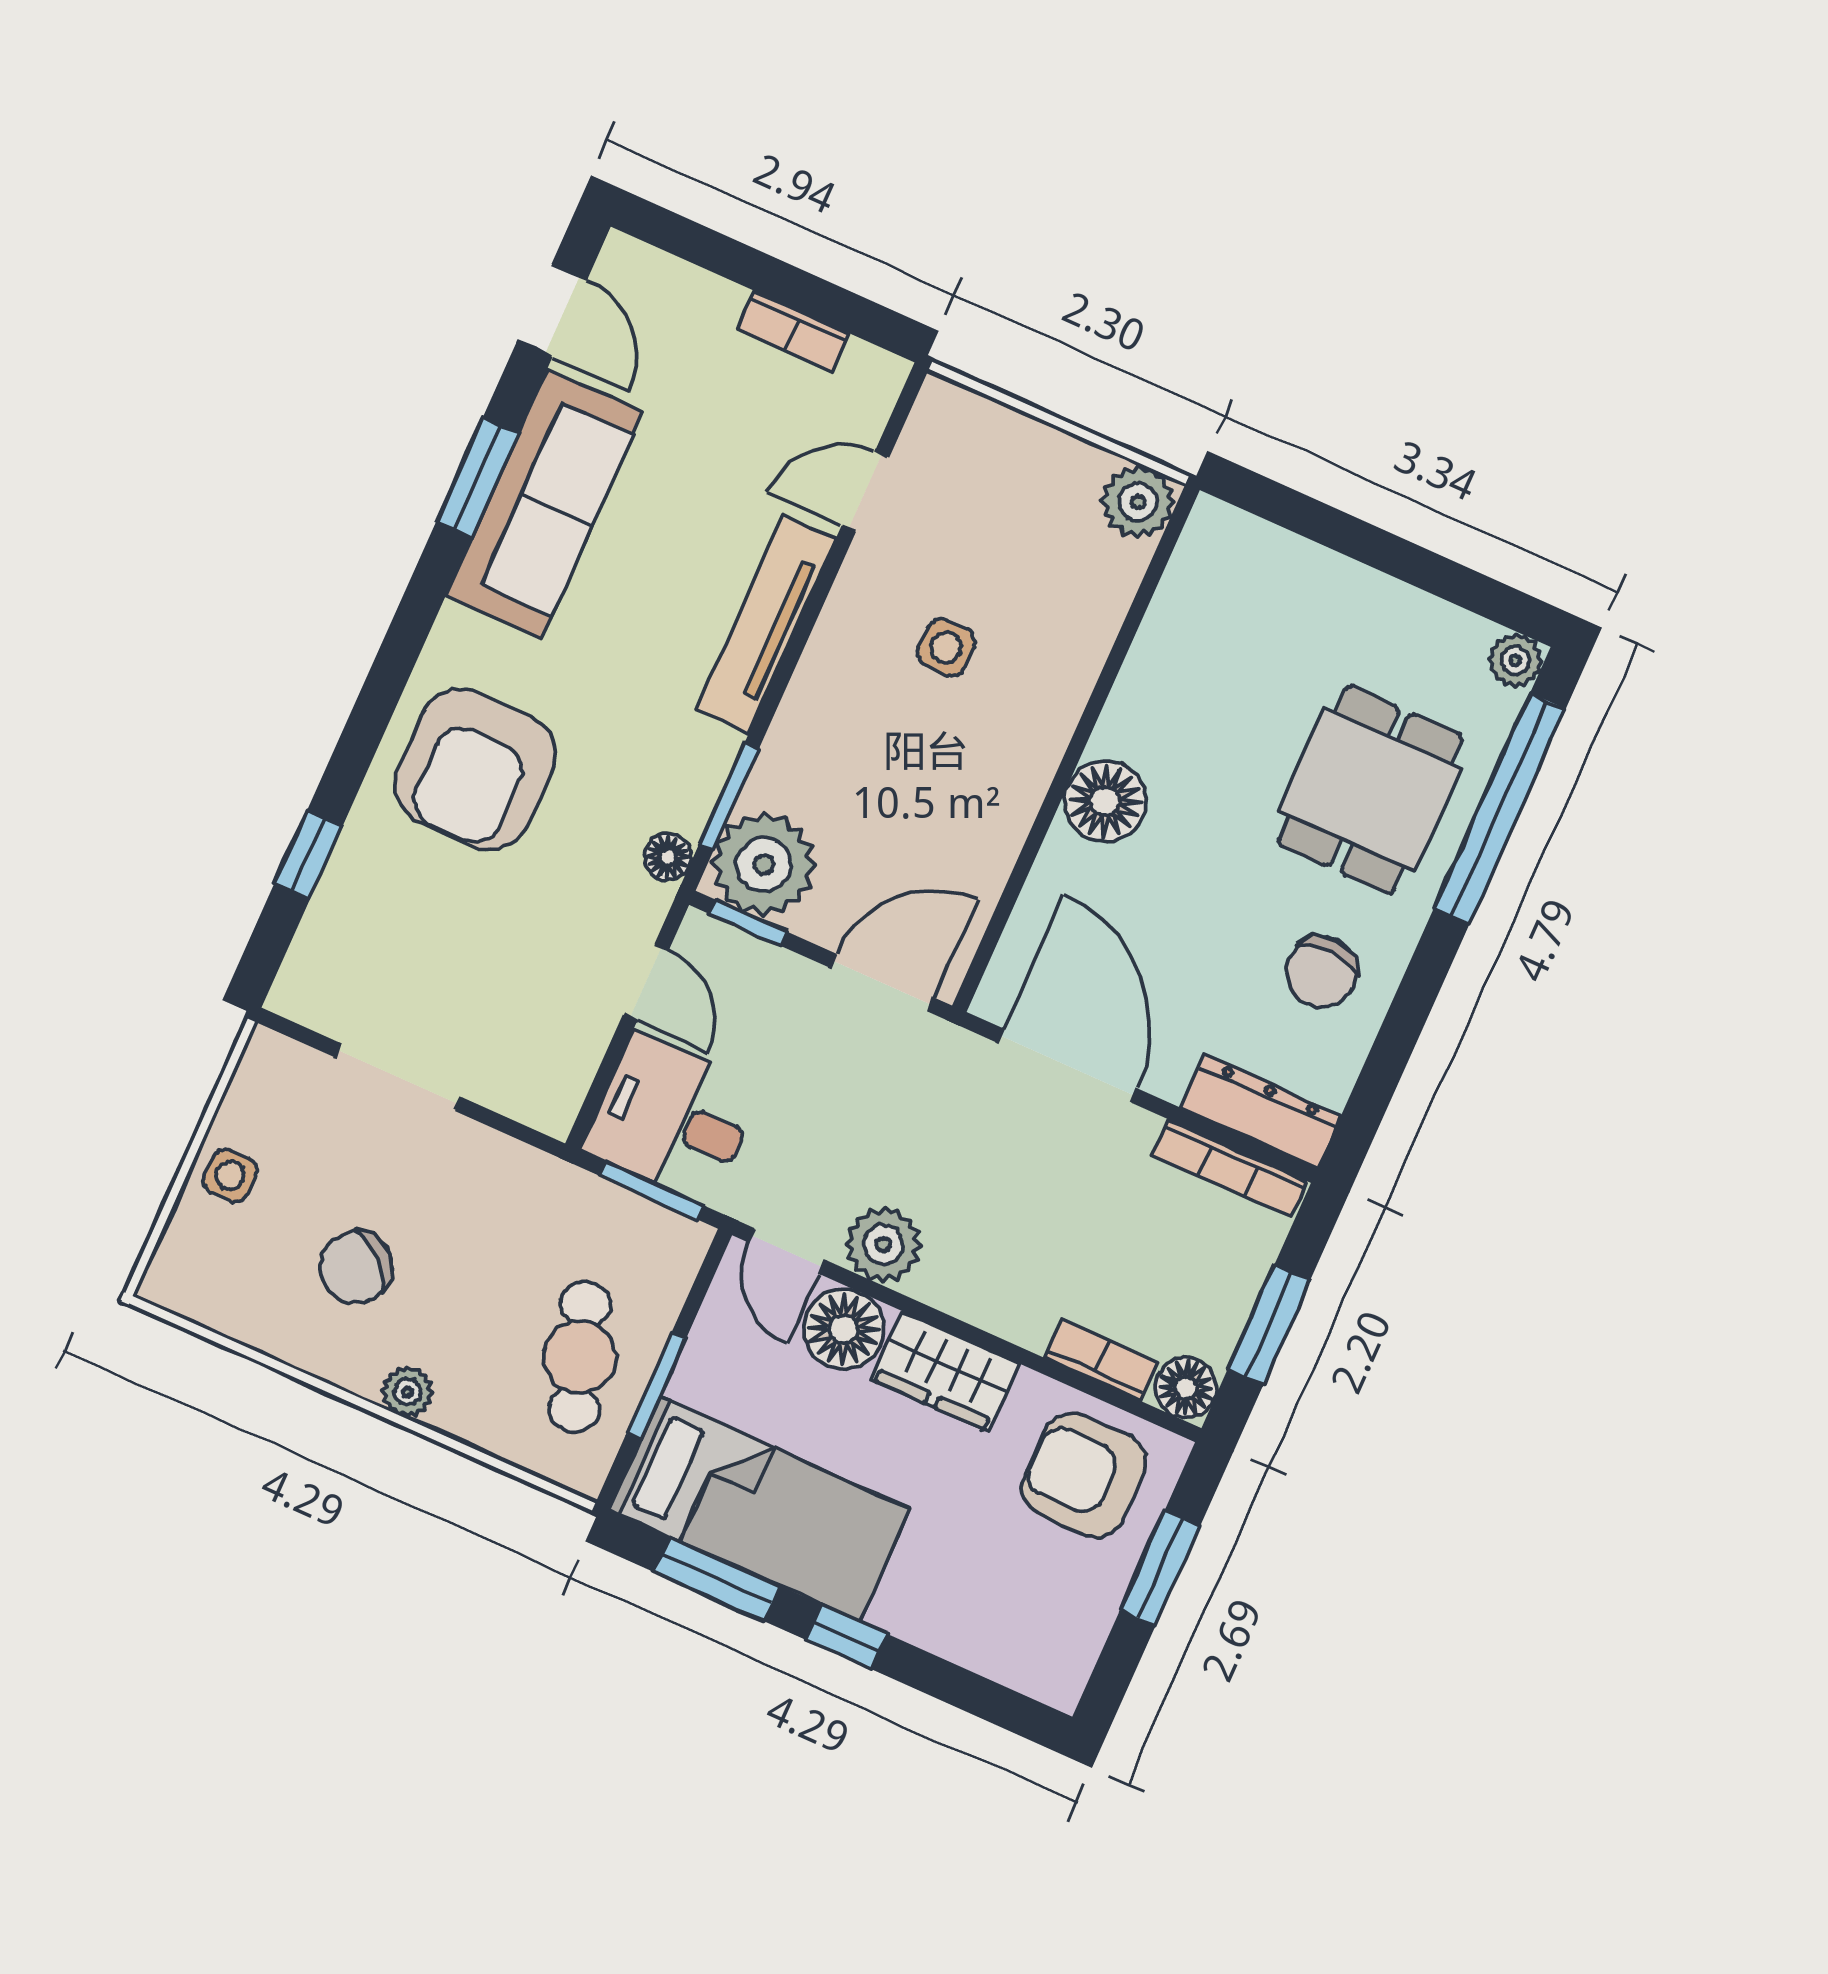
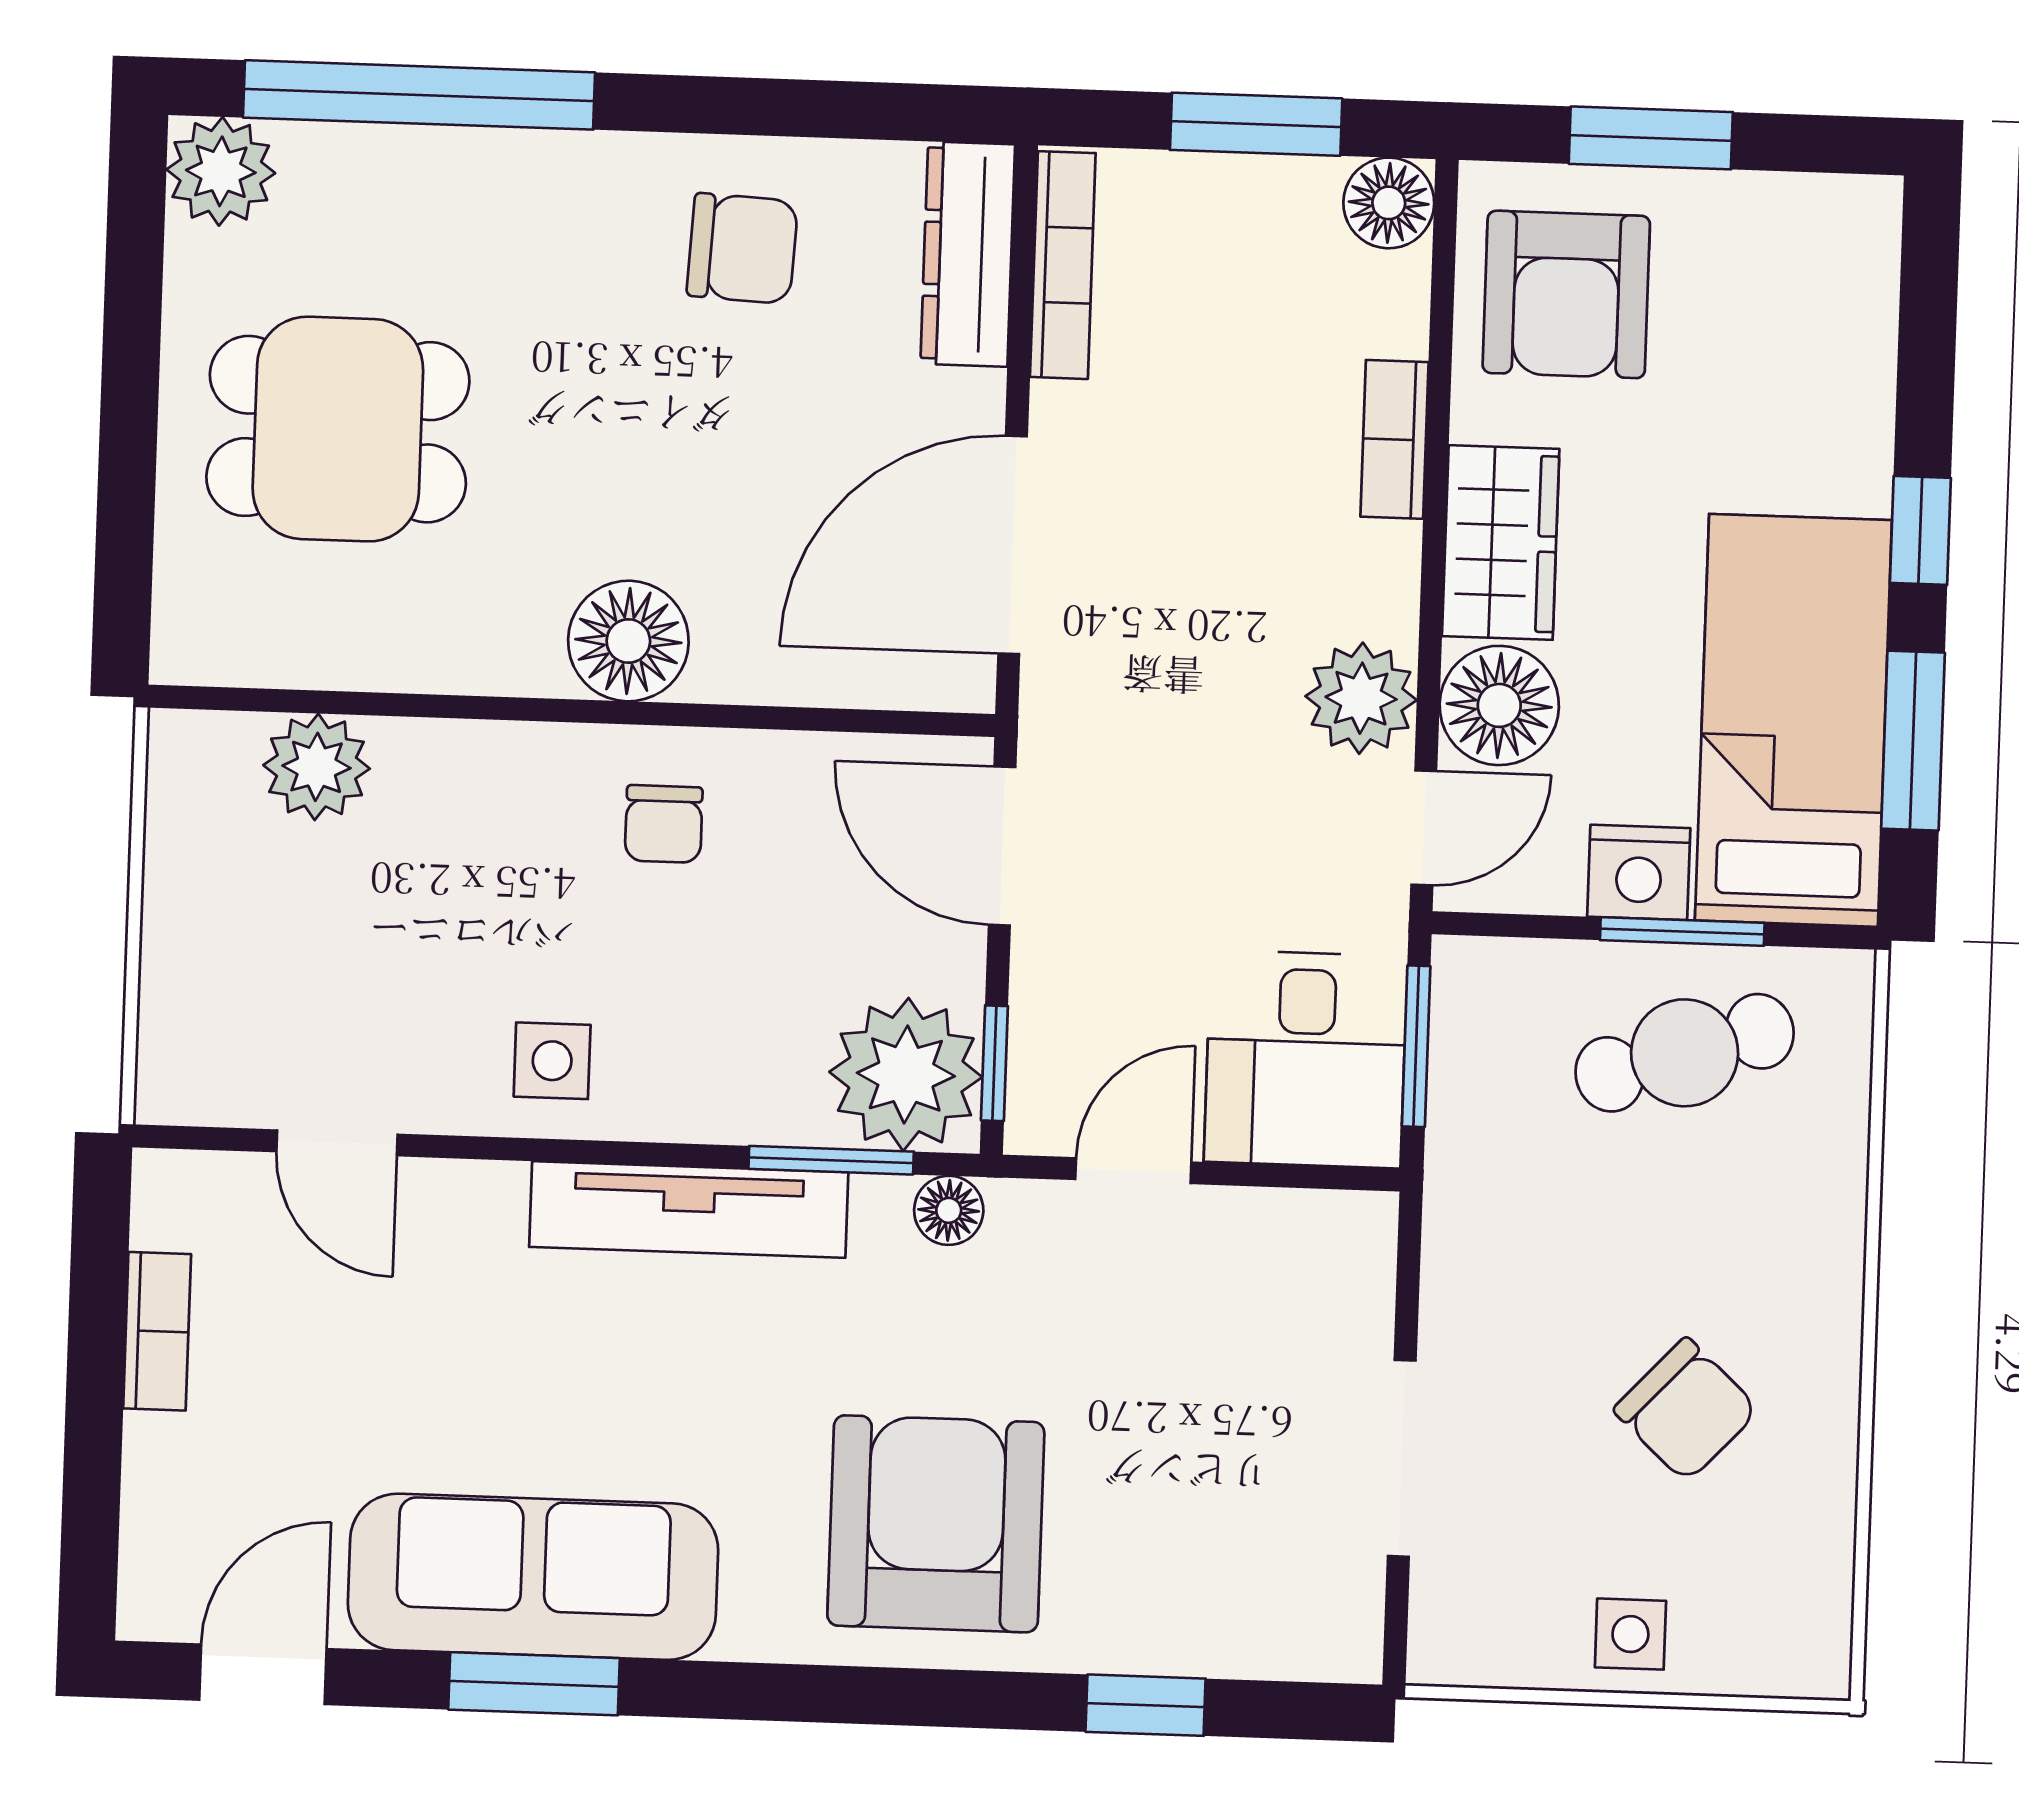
plant: (1138, 502) -> (317, 767), moved
tv unit: (766, 625) -> (689, 1210), moved
side table: (946, 648) -> (552, 1061), moved
plant: (1515, 661) -> (221, 171), width x1.38, depth x1.38
armchair: (475, 769) -> (936, 1524), turned -90
chair: (982, 777) -> (664, 824), added
dining table: (1370, 790) -> (338, 429), moved
bookcase: (1101, 1360) -> (1394, 439), moved
nightstand: (704, 1374) -> (1639, 872), added
plant: (408, 1392) -> (1829, 1270), removed

